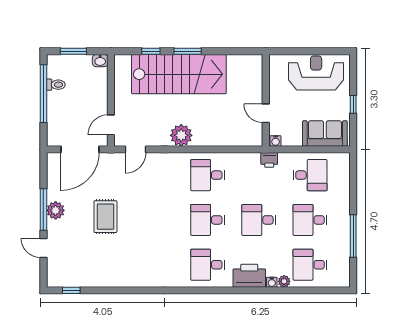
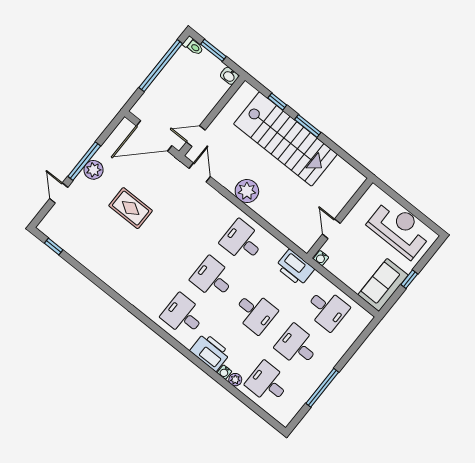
toilet: (56, 85) -> (193, 46), moved
sofa: (325, 133) -> (383, 285), moved, turned -90
door: (135, 149) -> (200, 172), swing flipped
printer: (269, 160) -> (295, 268), width x1.87, depth x1.48
rug: (105, 217) -> (131, 208), turned 90
desk: (259, 220) -> (255, 312), turned 180

